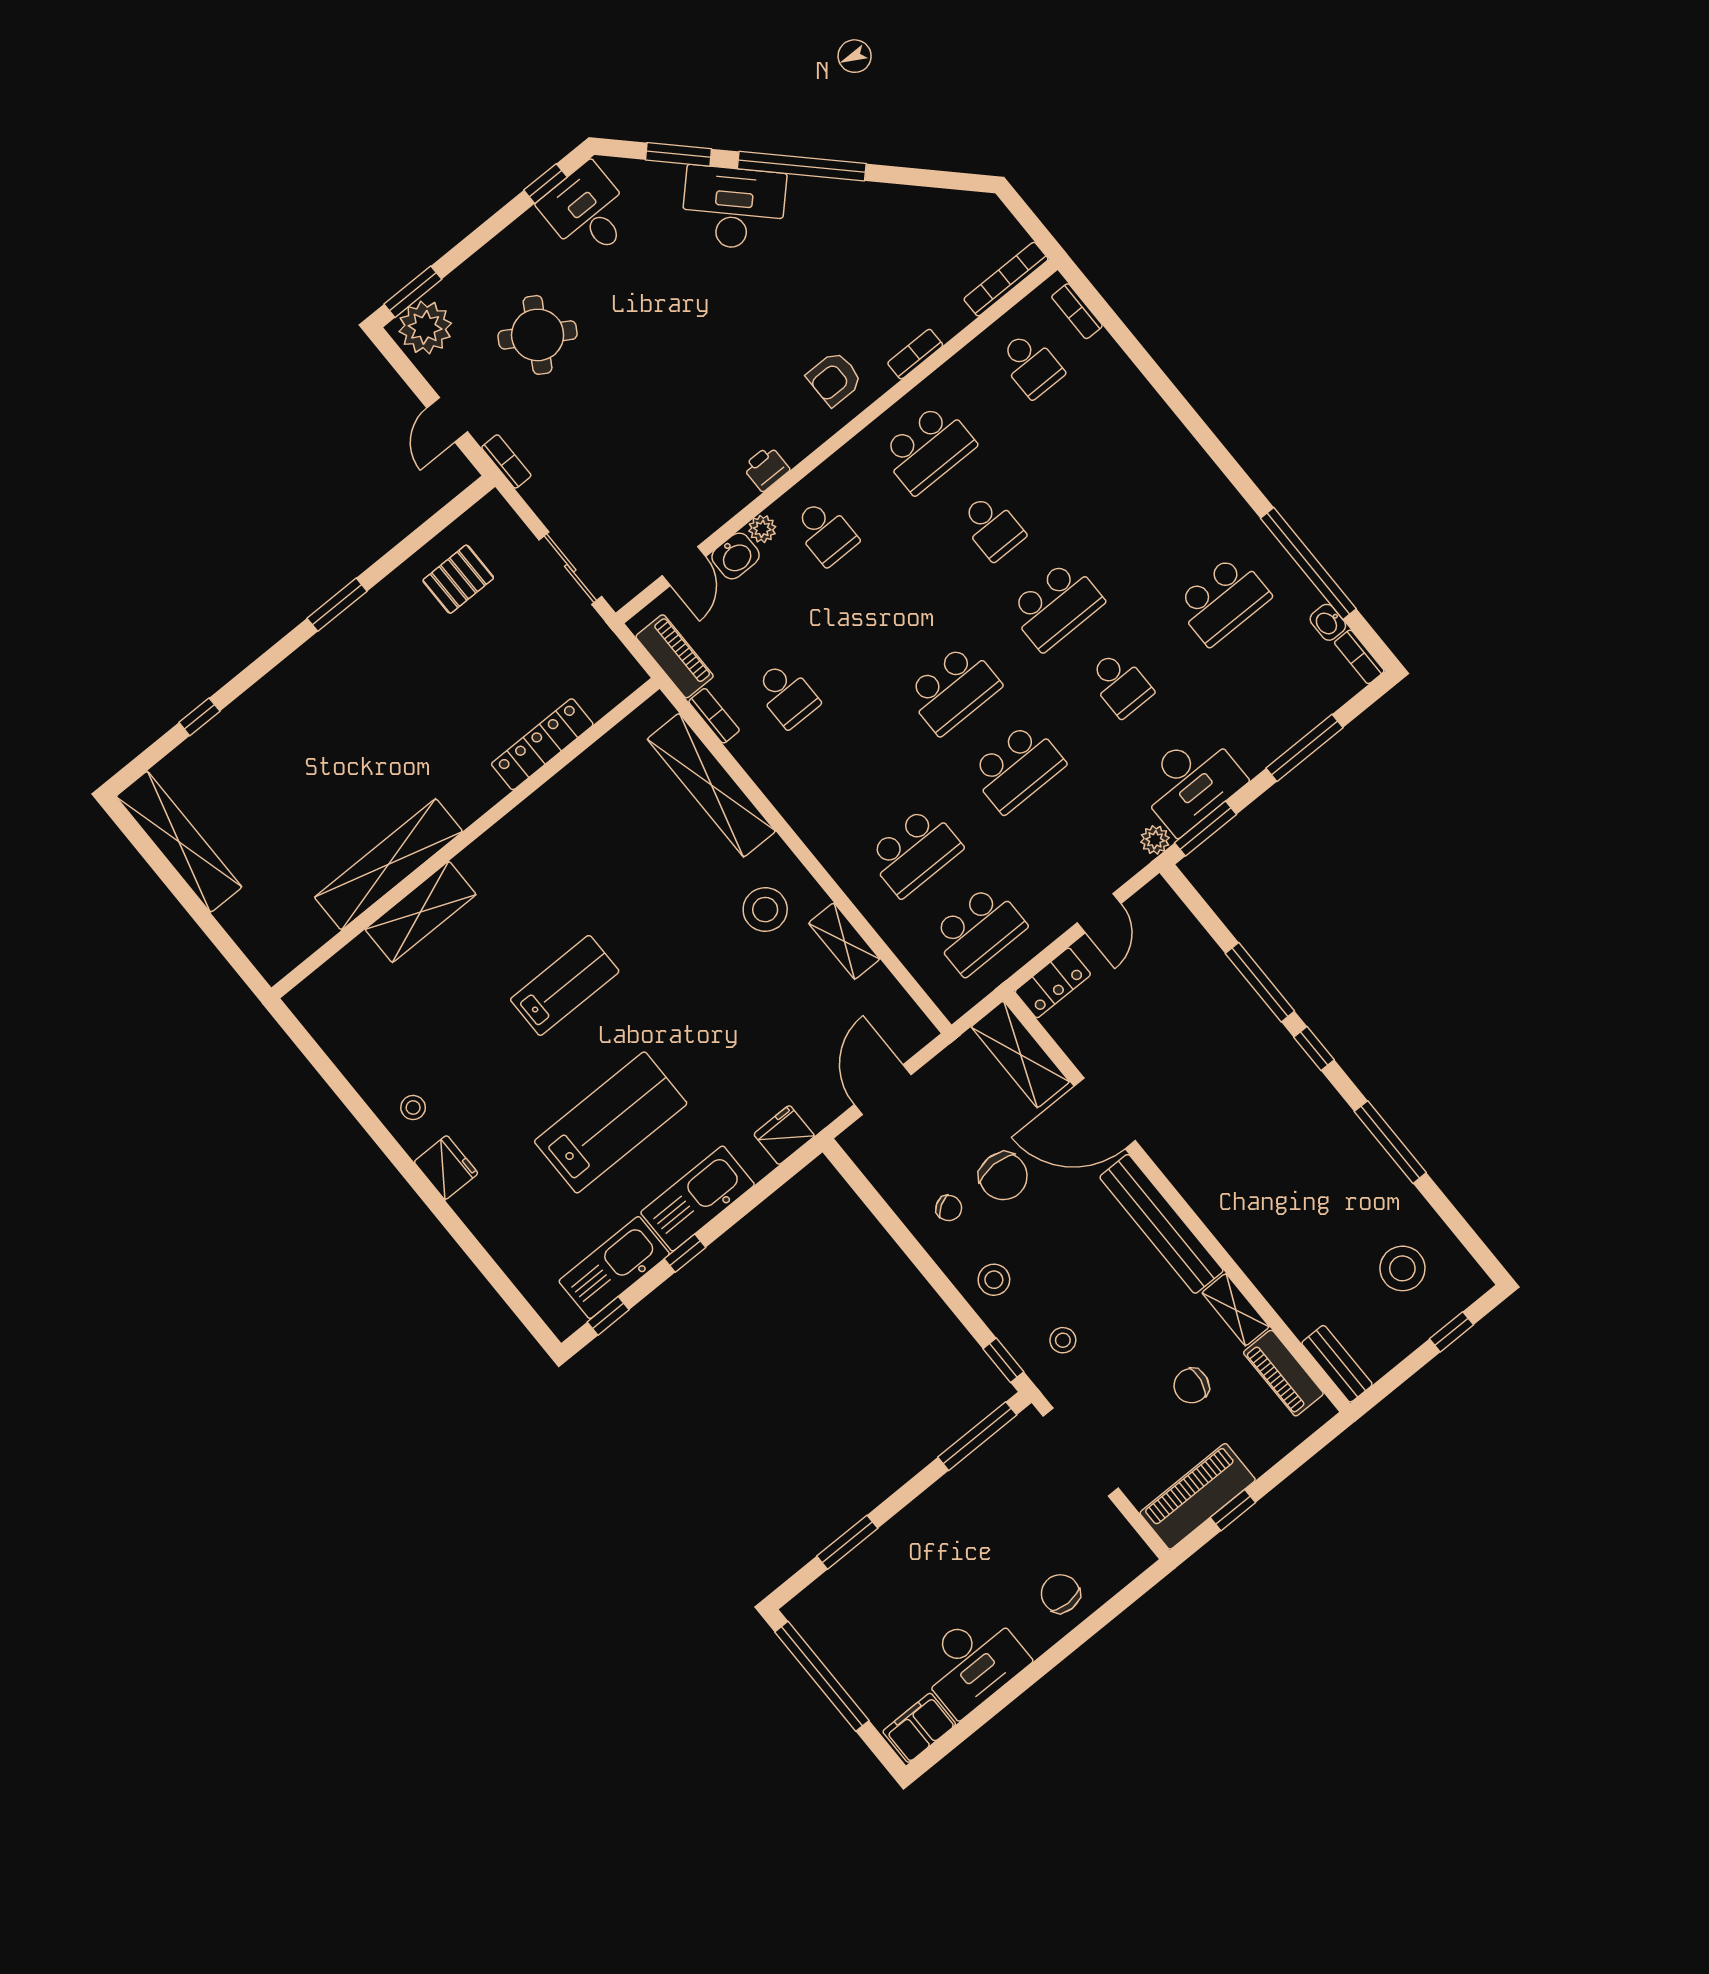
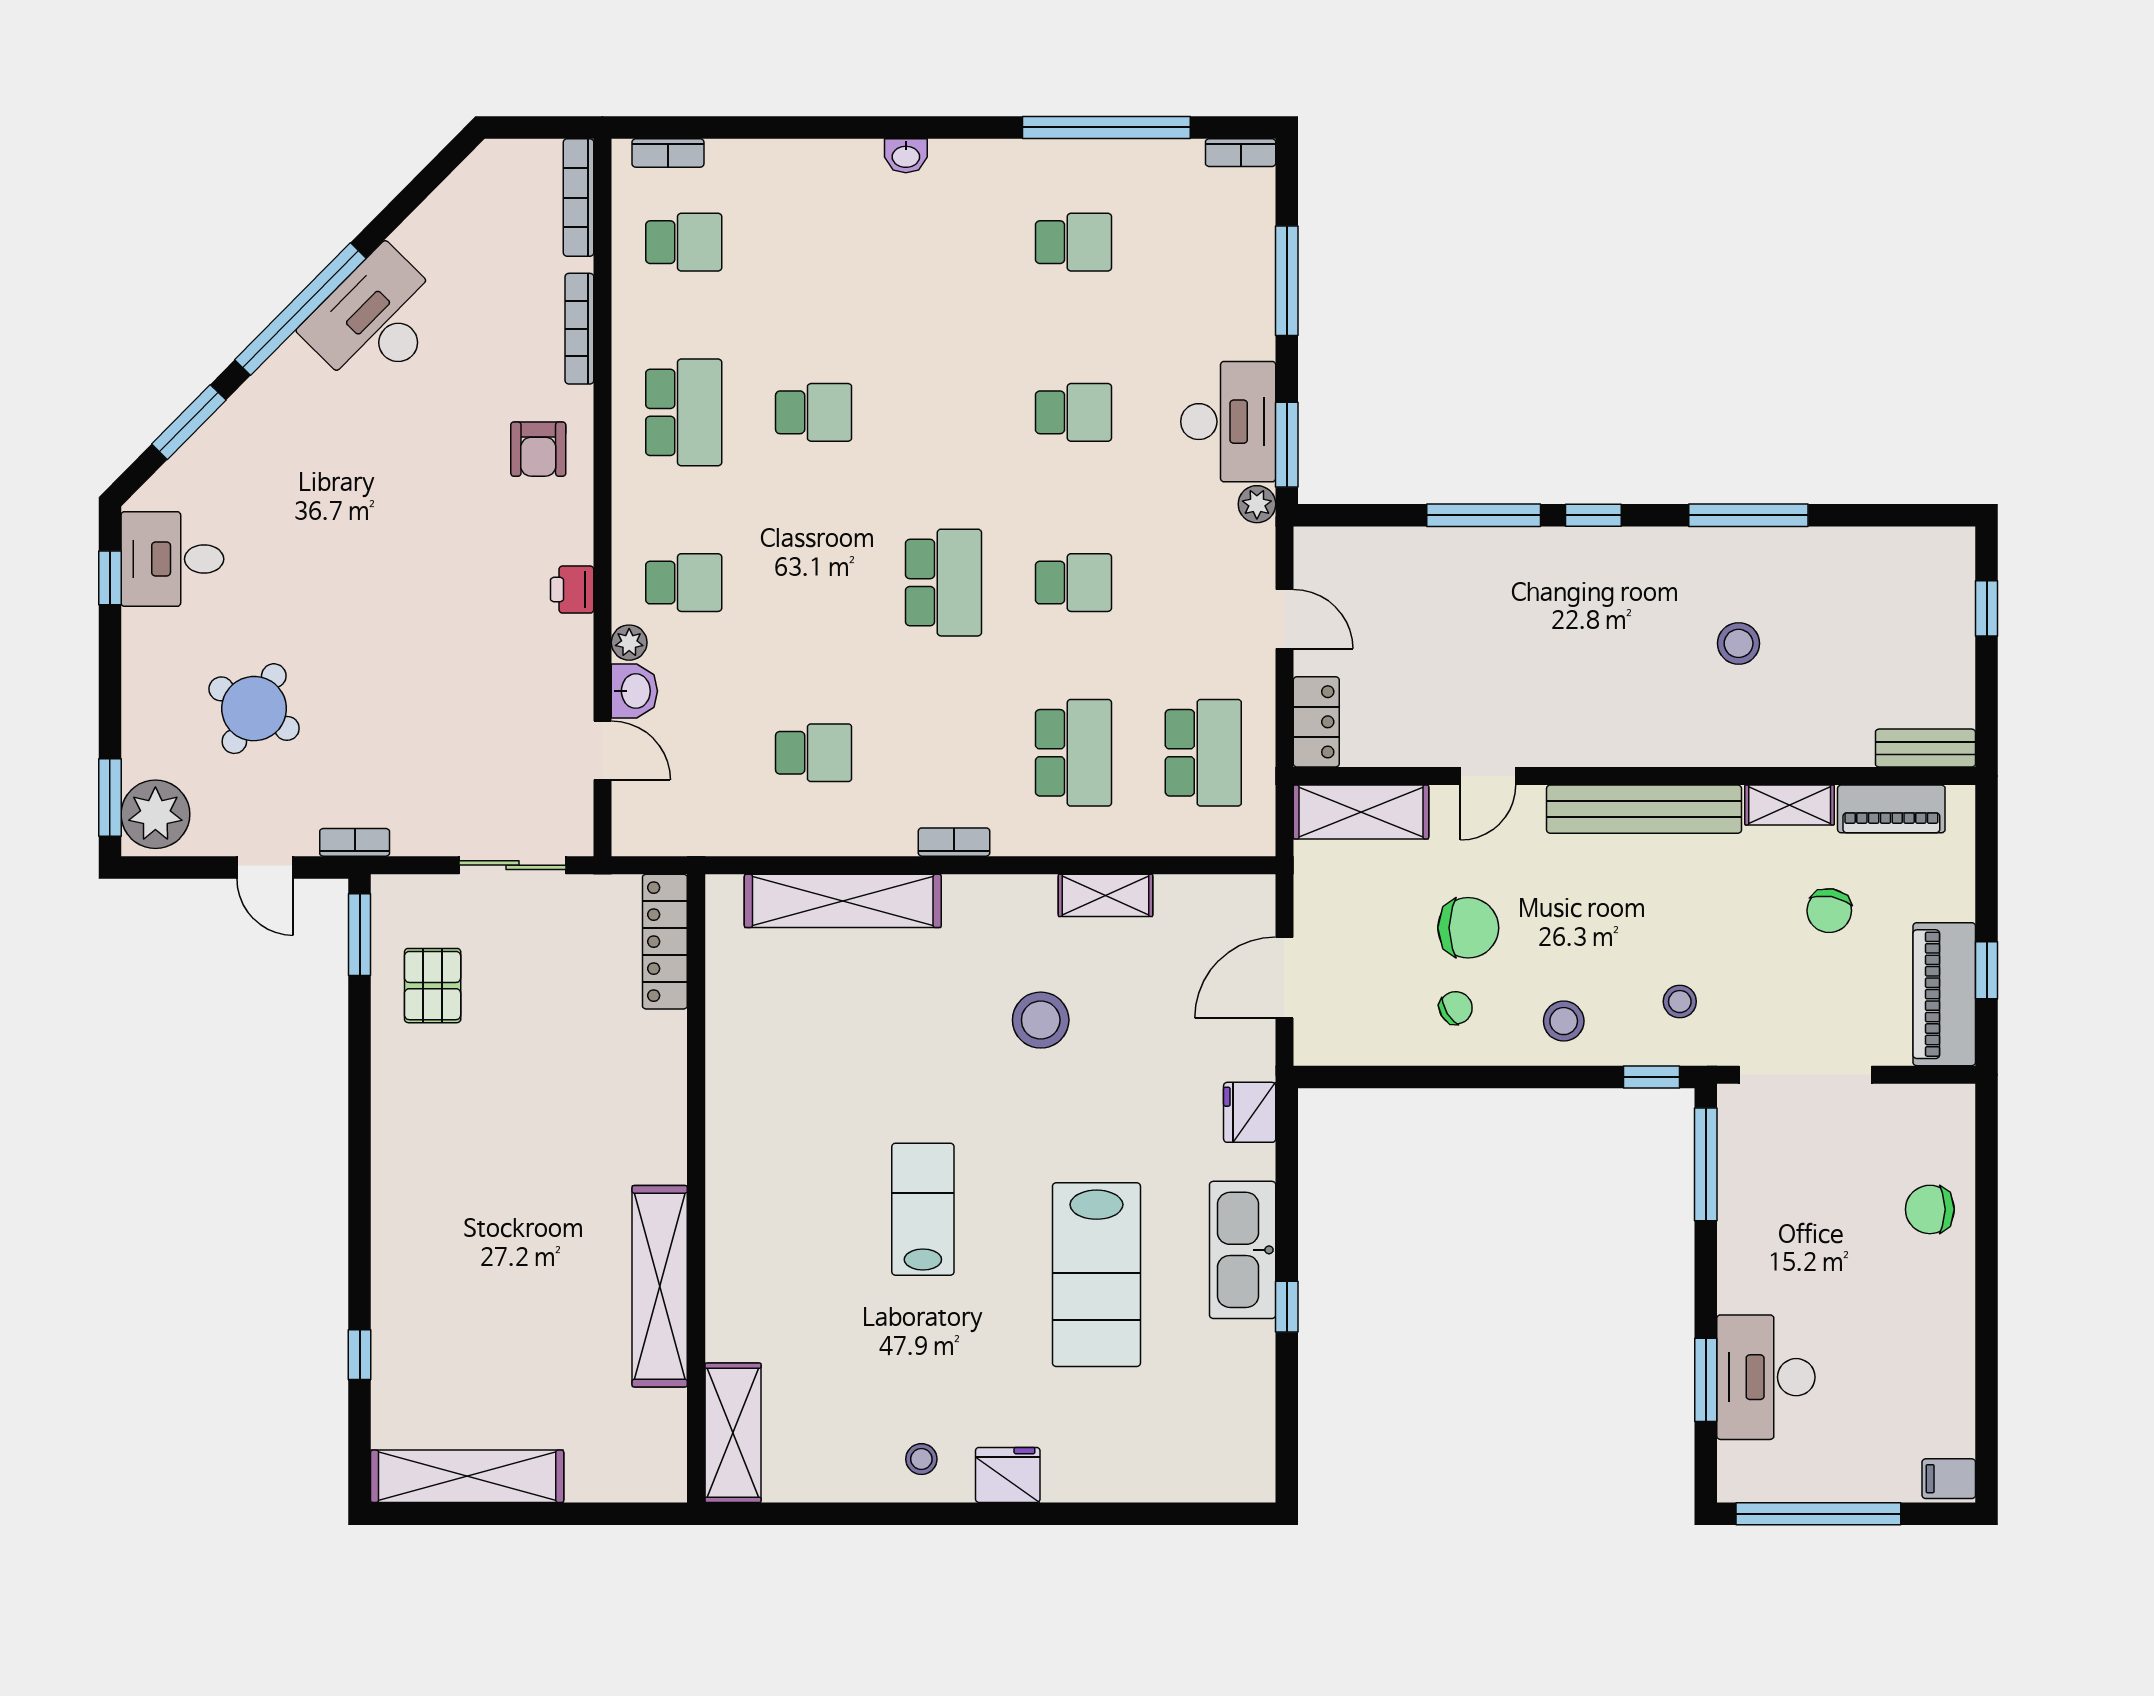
desk: (733, 208) -> (376, 320), moved
bookcase: (915, 354) -> (579, 329), width x1.56
school desk: (1223, 600) -> (1073, 242), width x0.54
window: (337, 605) -> (360, 935), moved
school desk: (1056, 605) -> (944, 412), removed
washbasin: (1328, 622) -> (906, 156), moved
piano: (675, 656) -> (685, 833), removed
bookcase: (714, 716) -> (954, 842), moved
locker: (542, 744) -> (665, 942), moved
school desk: (1017, 768) -> (1073, 583), width x0.54
stool: (765, 910) -> (1041, 1020), moved
shelving: (421, 912) -> (733, 1433), moved
door: (883, 1090) -> (1285, 978), hinge flipped
door: (1105, 1113) -> (1488, 776), width x0.53
lab bench: (611, 1122) -> (1096, 1275), turned 180
kitchen sink: (614, 1268) -> (1244, 1389), removed
stool: (1402, 1268) -> (1739, 643), moved, width x0.73, depth x0.73
window: (608, 1316) -> (1287, 1434), removed
desk: (972, 1662) -> (1766, 1377), moved, turned 180
filing cabinet: (919, 1728) -> (1949, 1479), width x0.50

